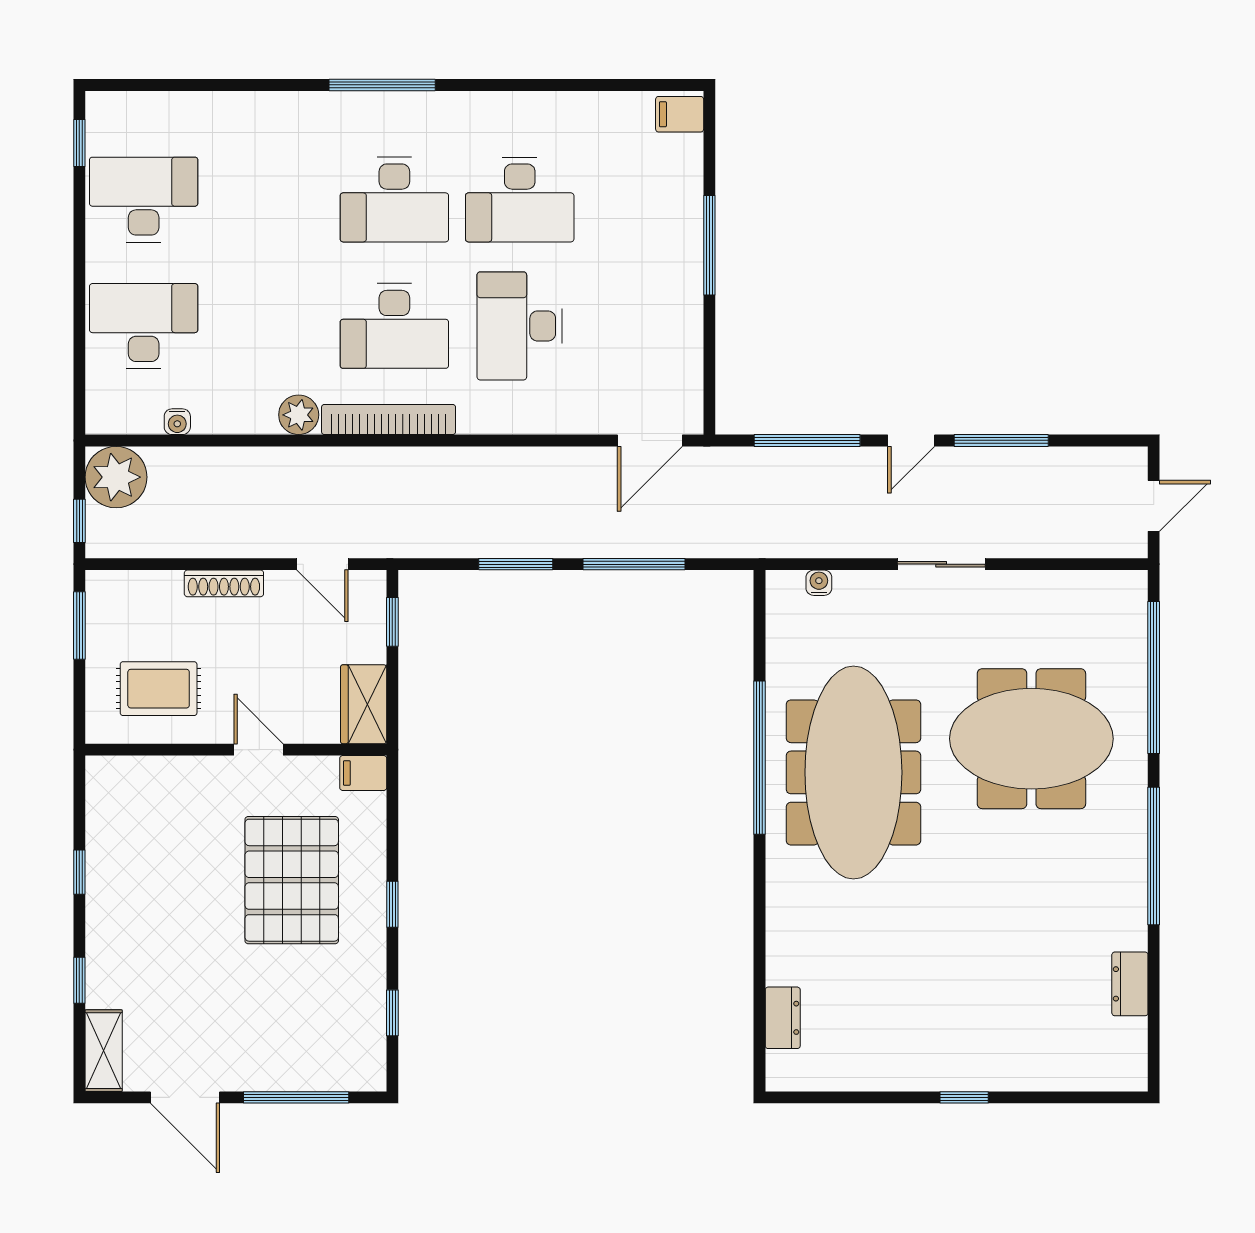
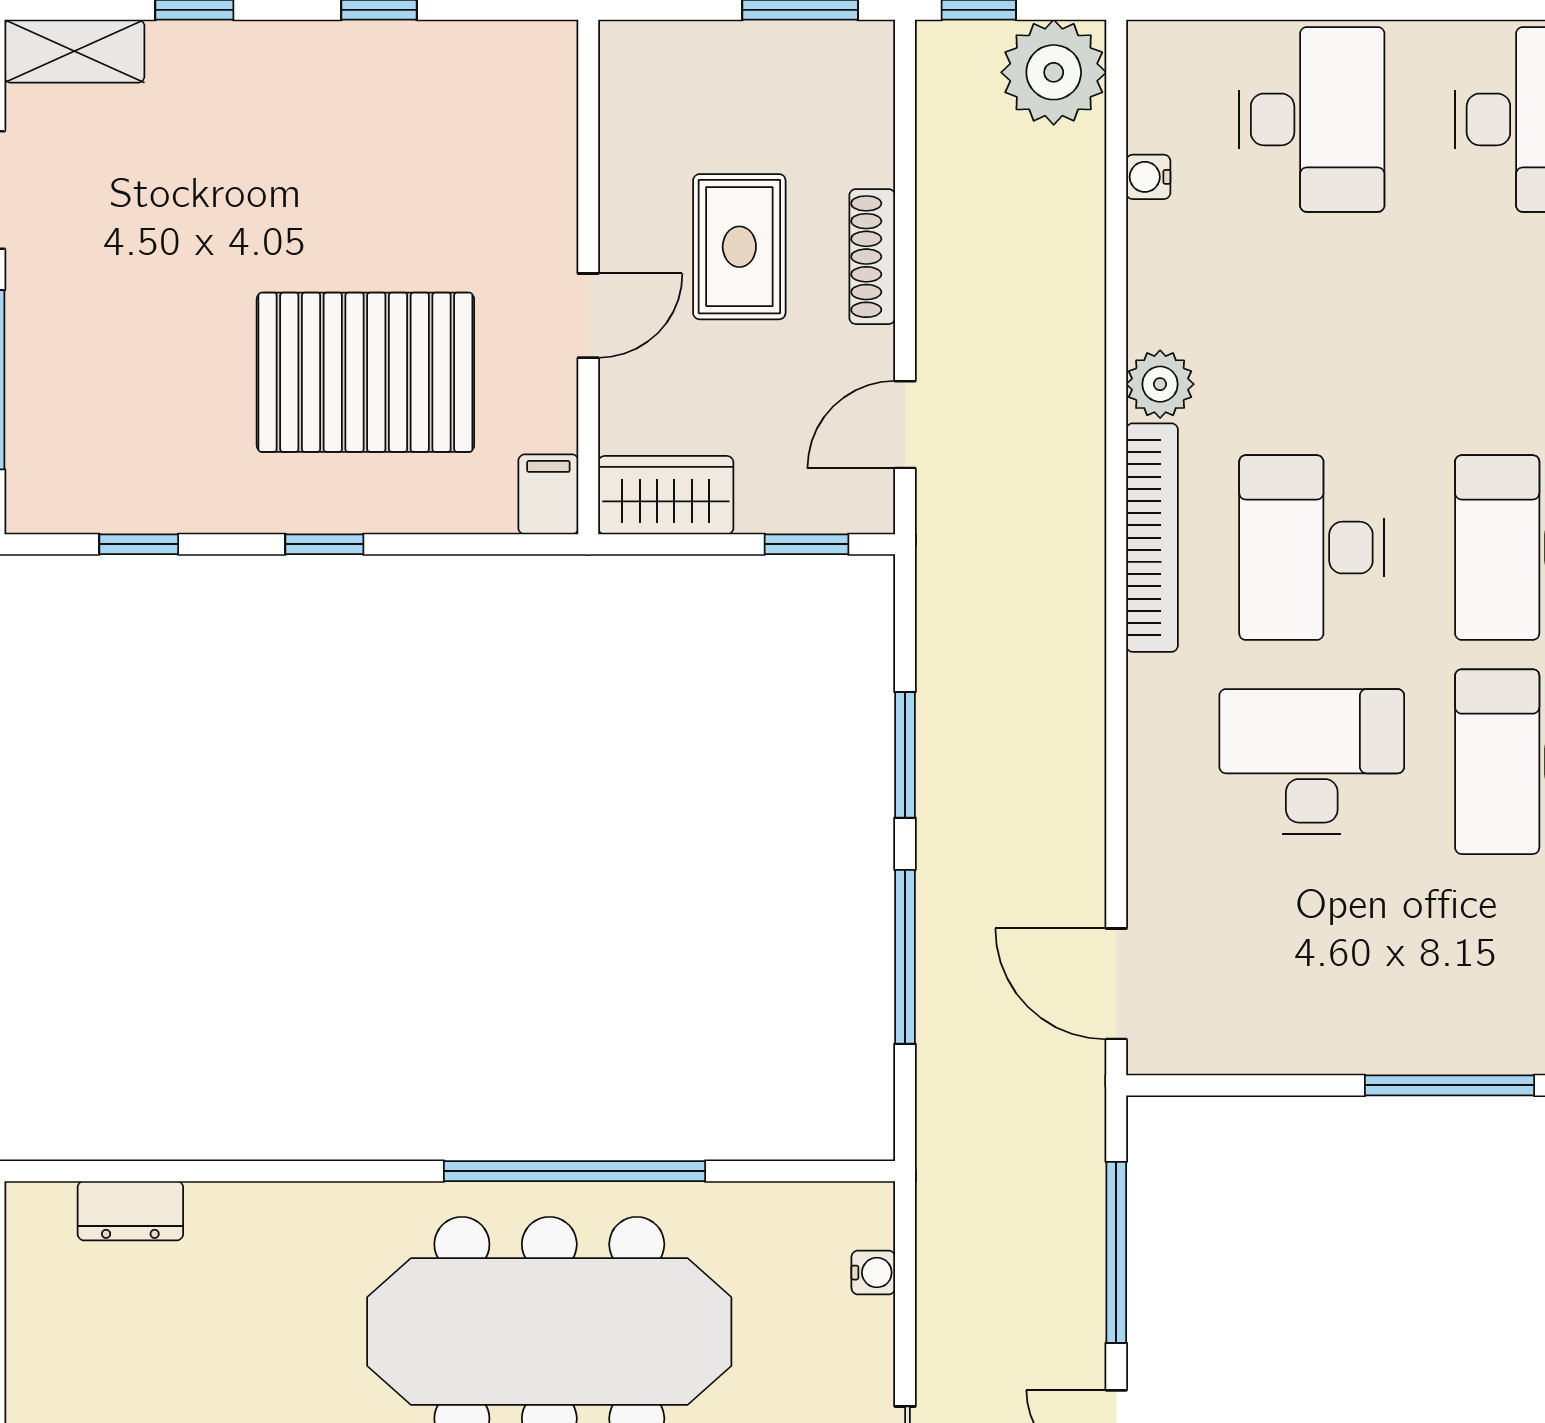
rug: (159, 689) -> (739, 247), moved

